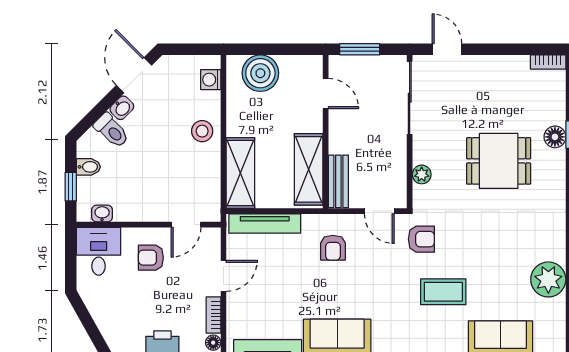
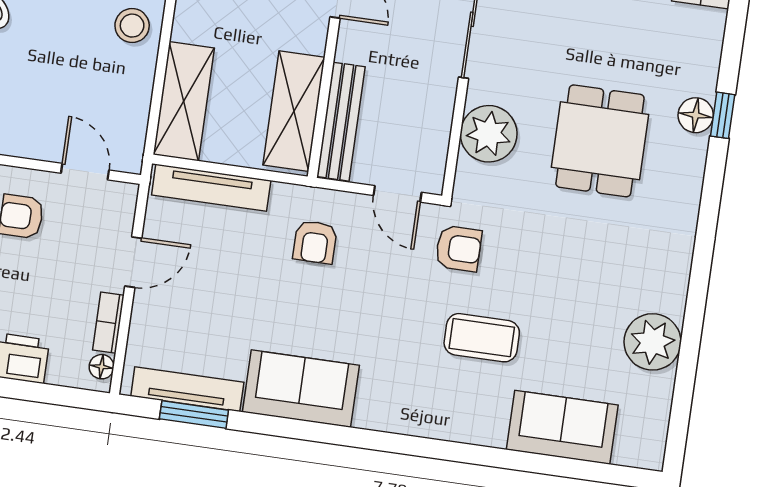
dining table: (499, 161) -> (600, 141), turned 90
plant: (422, 174) -> (489, 134), width x1.87, depth x1.87
bench: (338, 181) -> (341, 122), width x1.36
door: (186, 225) -> (85, 172), swing flipped

